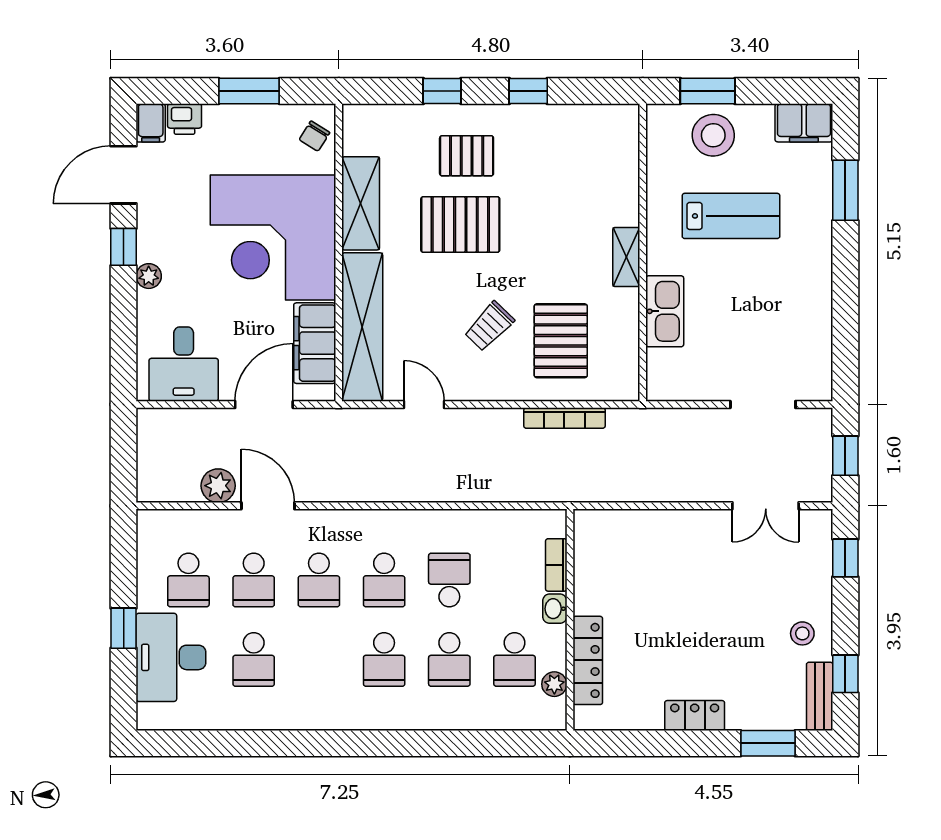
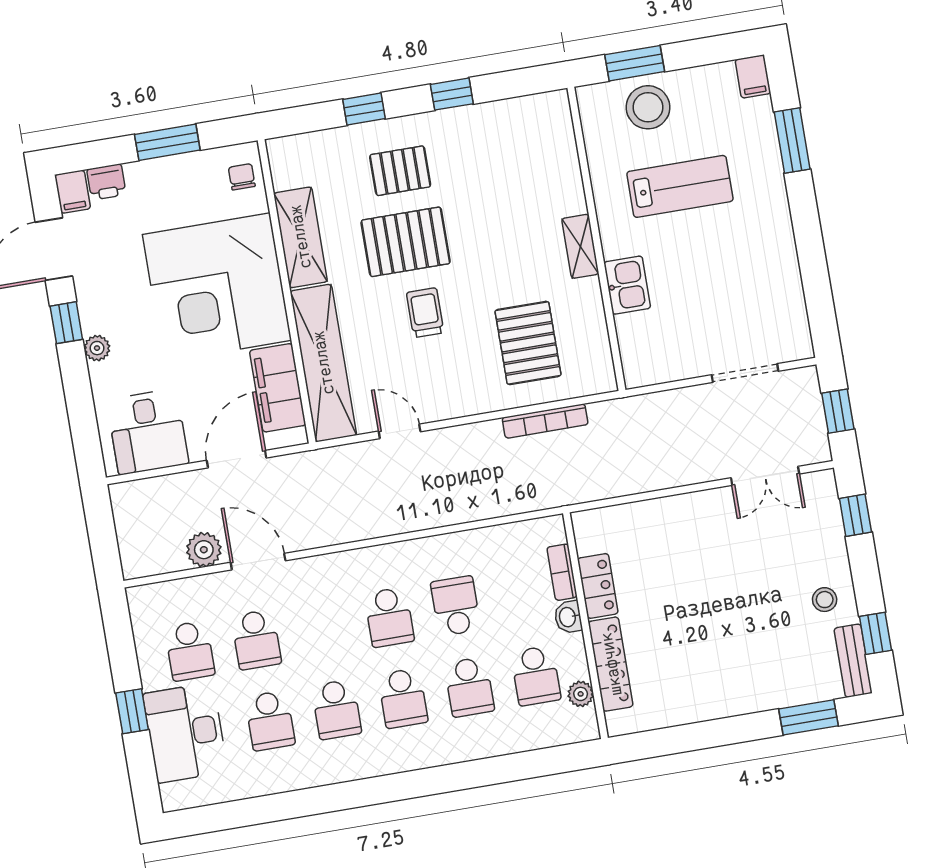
filing cabinet: (804, 123) -> (753, 77), width x0.50
chair: (314, 136) -> (242, 177), turned 148
kitchen sink: (665, 311) -> (627, 285), width x0.73
trolley: (489, 326) -> (425, 313), moved, turned 136
school desk: (319, 580) -> (336, 709), moved
locker: (695, 715) -> (598, 586), moved, turned 90

